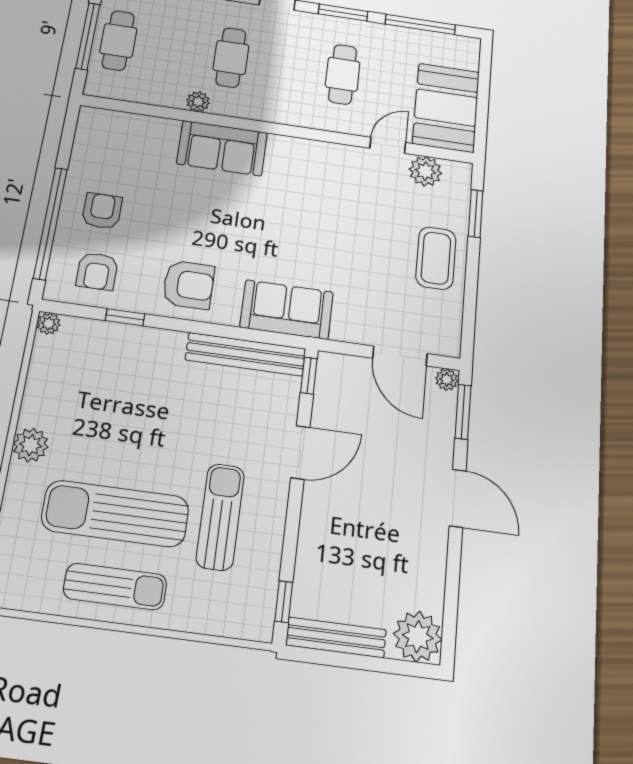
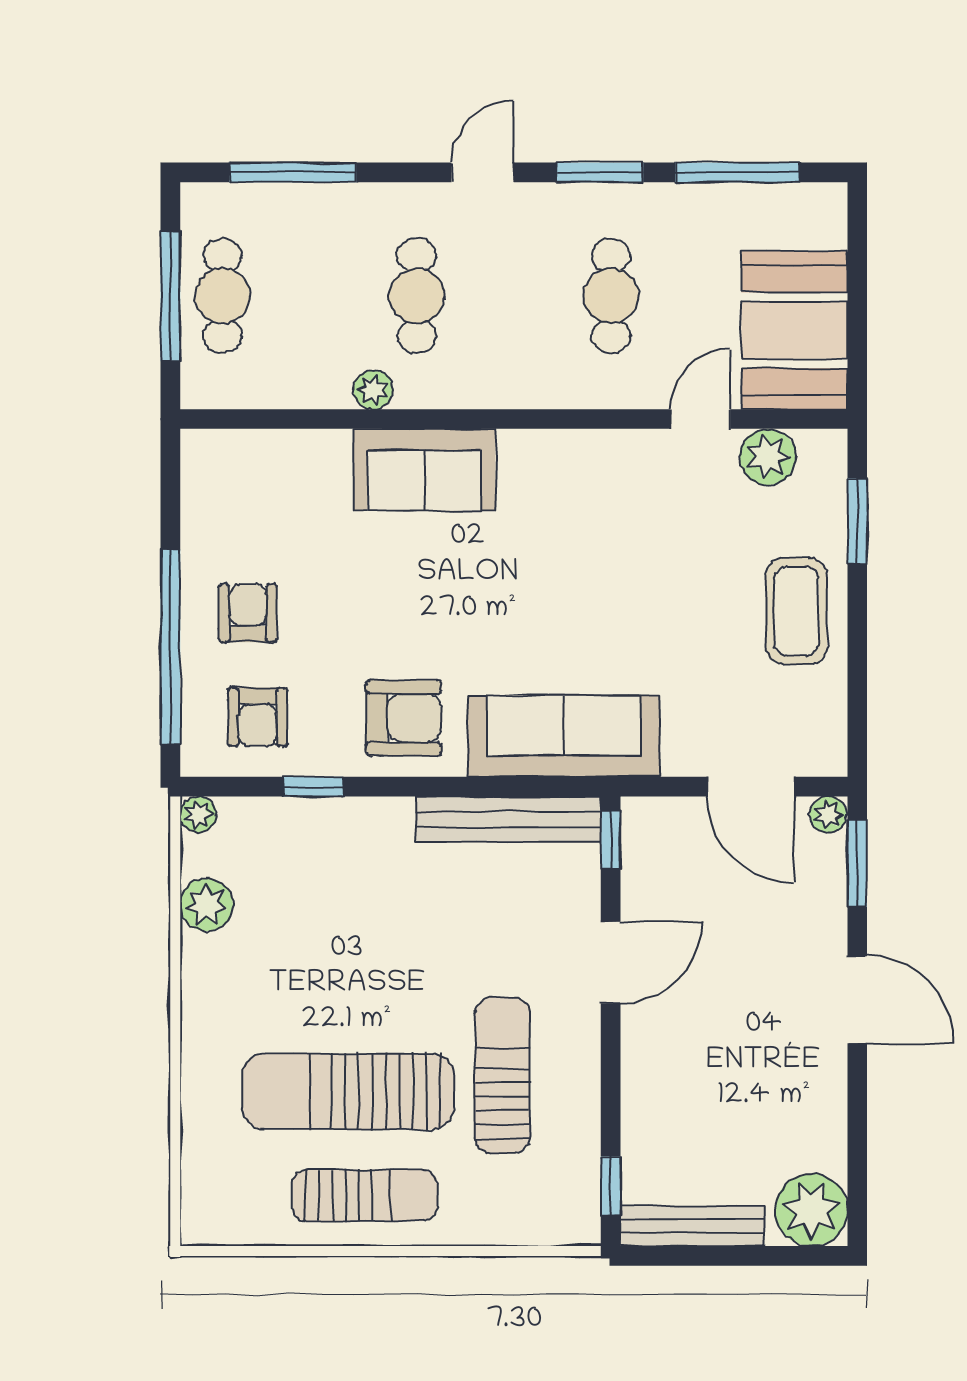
sofa: (287, 310) -> (564, 736), width x1.36
plant: (31, 445) -> (206, 905), moved

